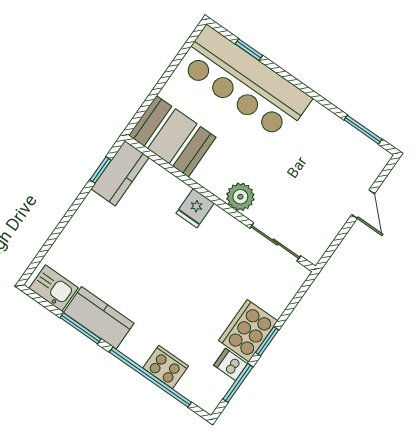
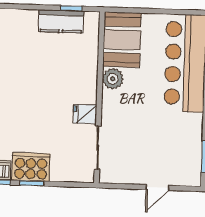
kitchen counter: (120, 173) -> (61, 21), moved
plant: (240, 197) -> (113, 79), moved
fridge: (195, 208) -> (85, 114), moved

